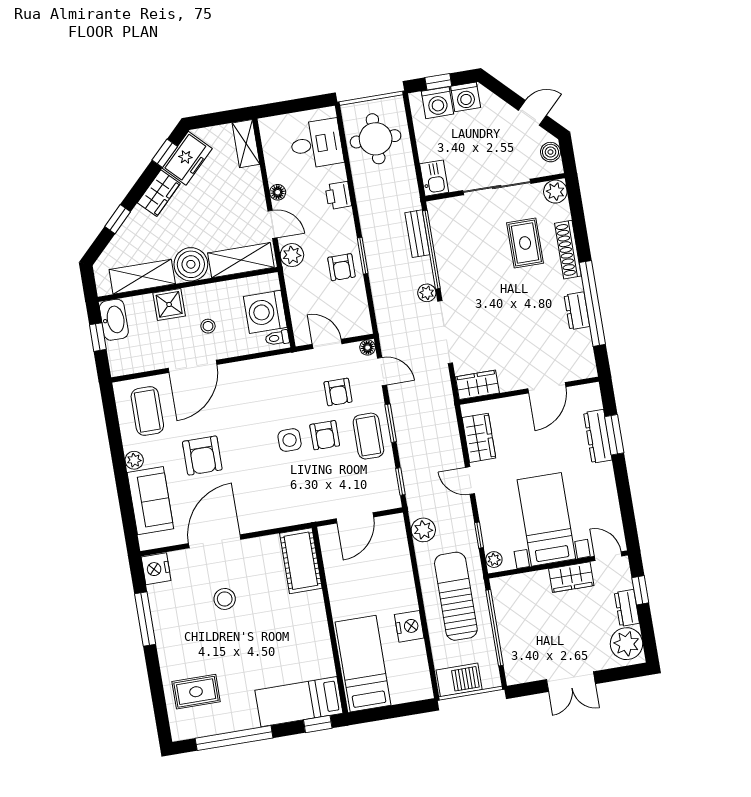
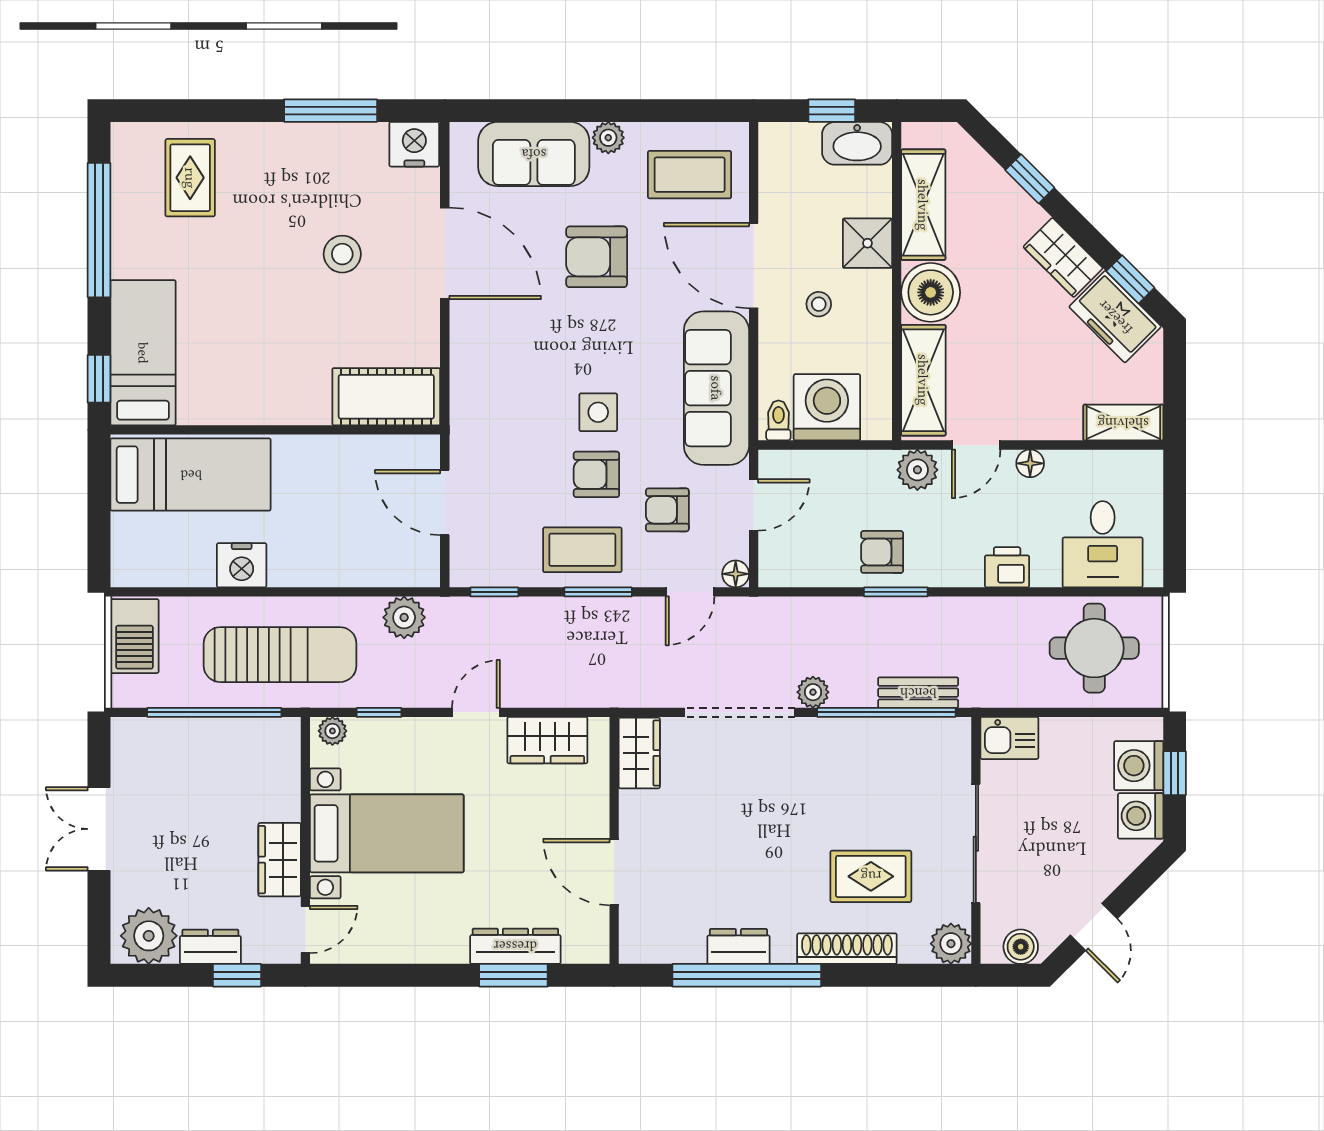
sofa: (265, 376) -> (716, 388), added

